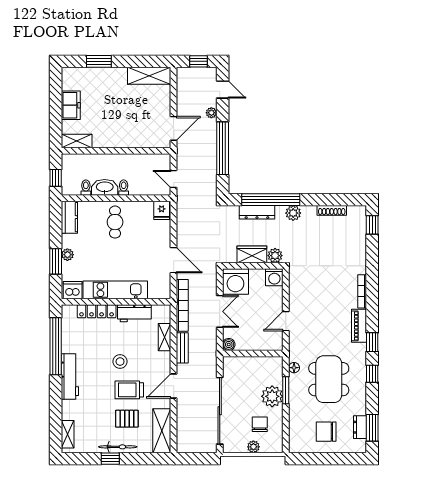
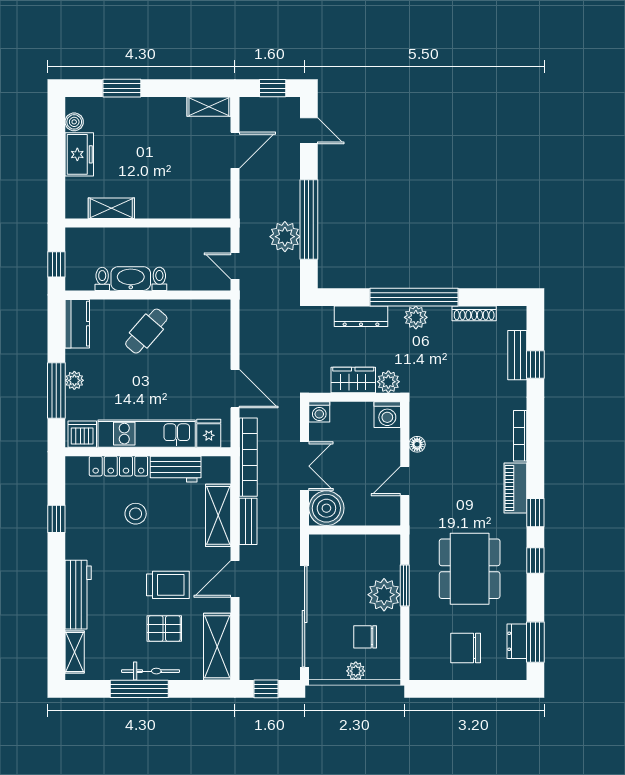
shelving: (149, 76) -> (209, 107), width x0.67, depth x0.75
boiler: (67, 84) -> (74, 122), added
plant: (211, 113) -> (285, 237), moved, width x1.88, depth x1.88
door: (174, 128) -> (235, 150), moved
shelving: (77, 141) -> (111, 208), moved
window: (271, 200) -> (414, 297), moved
fridge: (162, 210) -> (209, 433), moved, turned 180
cafe table: (115, 222) -> (146, 331), turned 41
window: (372, 225) -> (535, 364), moved
bench: (360, 238) -> (517, 355), added
window: (56, 261) -> (56, 390), width x1.44
washing machine: (235, 282) -> (319, 412), width x0.53, depth x0.53
shelving: (165, 337) -> (218, 515), width x1.50, depth x1.33
boiler: (229, 345) -> (326, 508), width x1.86, depth x1.86
window: (56, 346) -> (56, 519), width x0.32
stool: (120, 362) -> (136, 514), moved
floor lamp: (294, 368) -> (417, 444), moved
workbench: (70, 376) -> (78, 595), moved
trolley: (129, 390) -> (168, 585), turned 180
chair: (260, 424) -> (365, 637), turned -90
window: (110, 459) -> (139, 689), width x2.17
window: (194, 459) -> (266, 689), added

